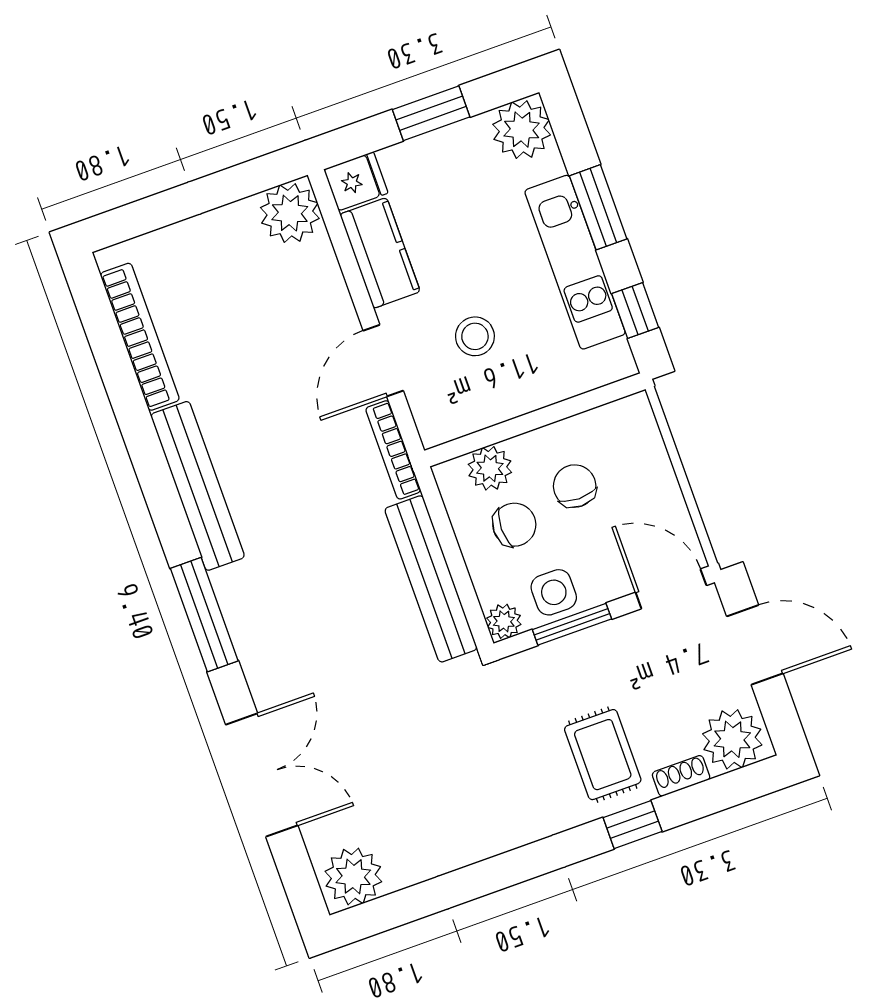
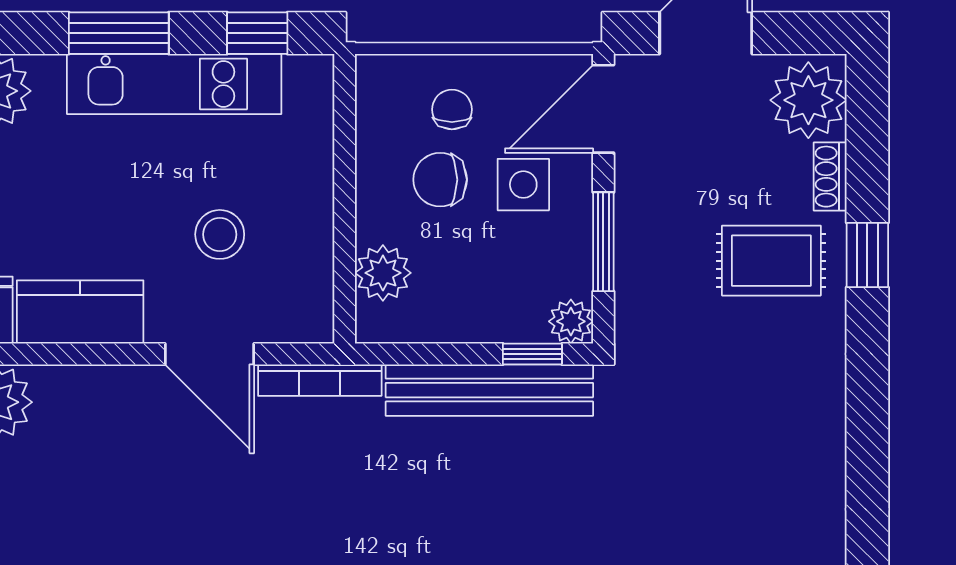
chair: (514, 525) -> (452, 110), moved, width x0.73, depth x0.73
side table: (554, 592) -> (523, 185), moved
window: (469, 601) -> (532, 354), added

